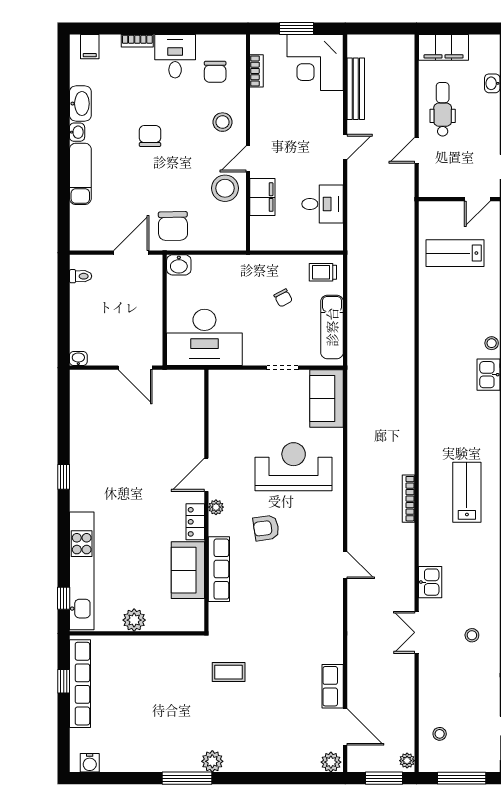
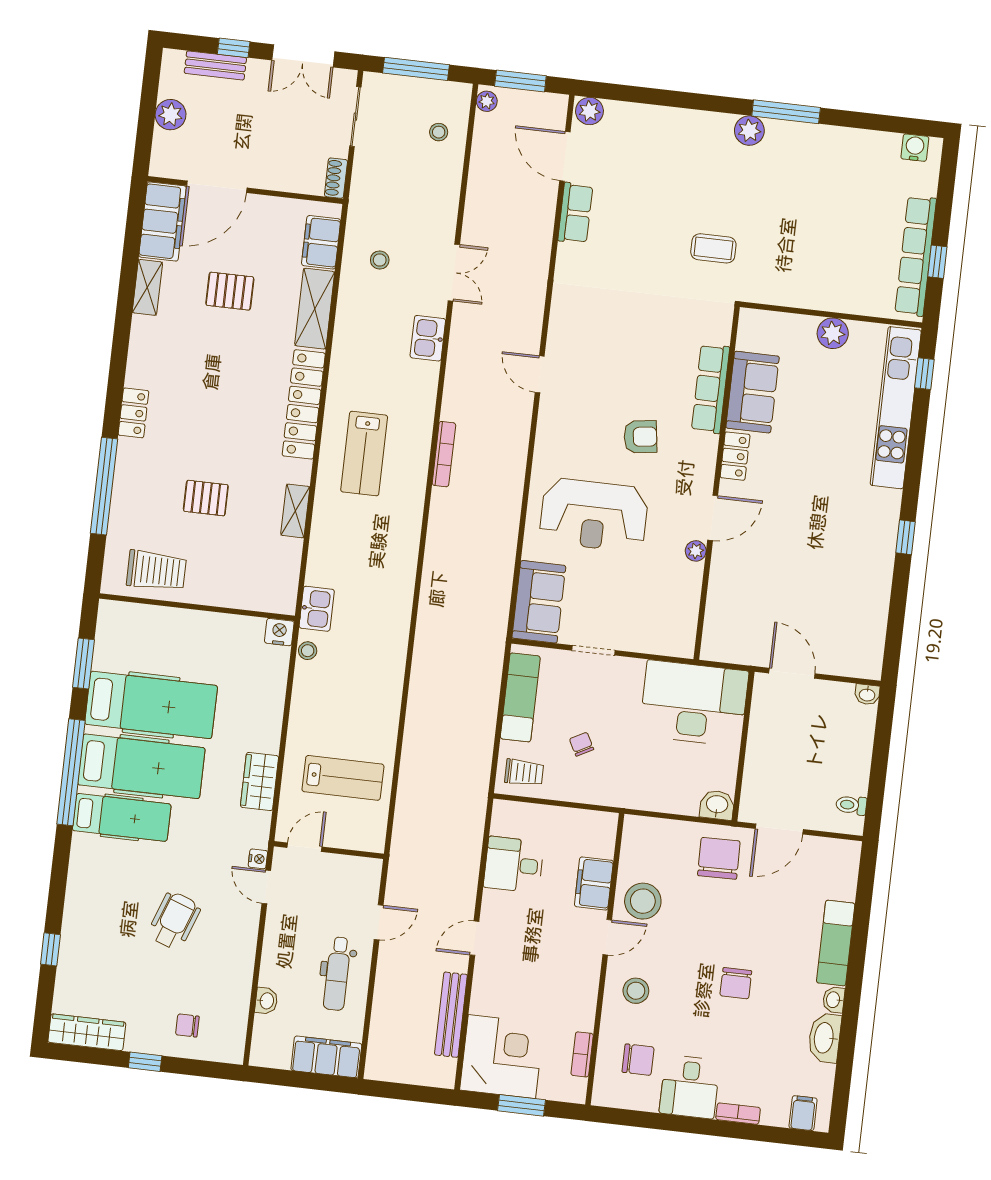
chair: (215, 72) -> (638, 1060), turned 90
plant: (216, 507) -> (696, 551), moved

